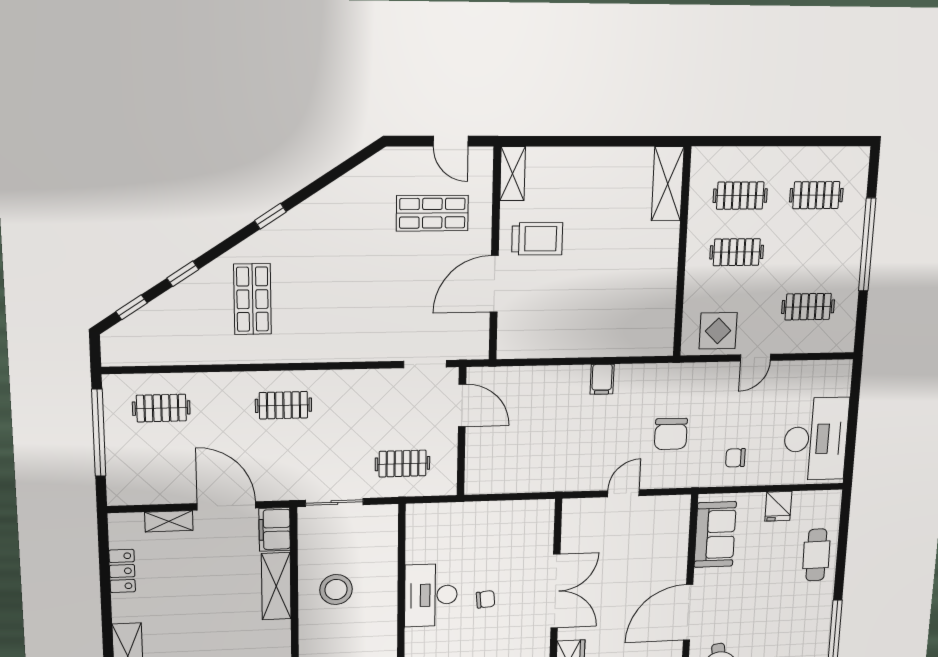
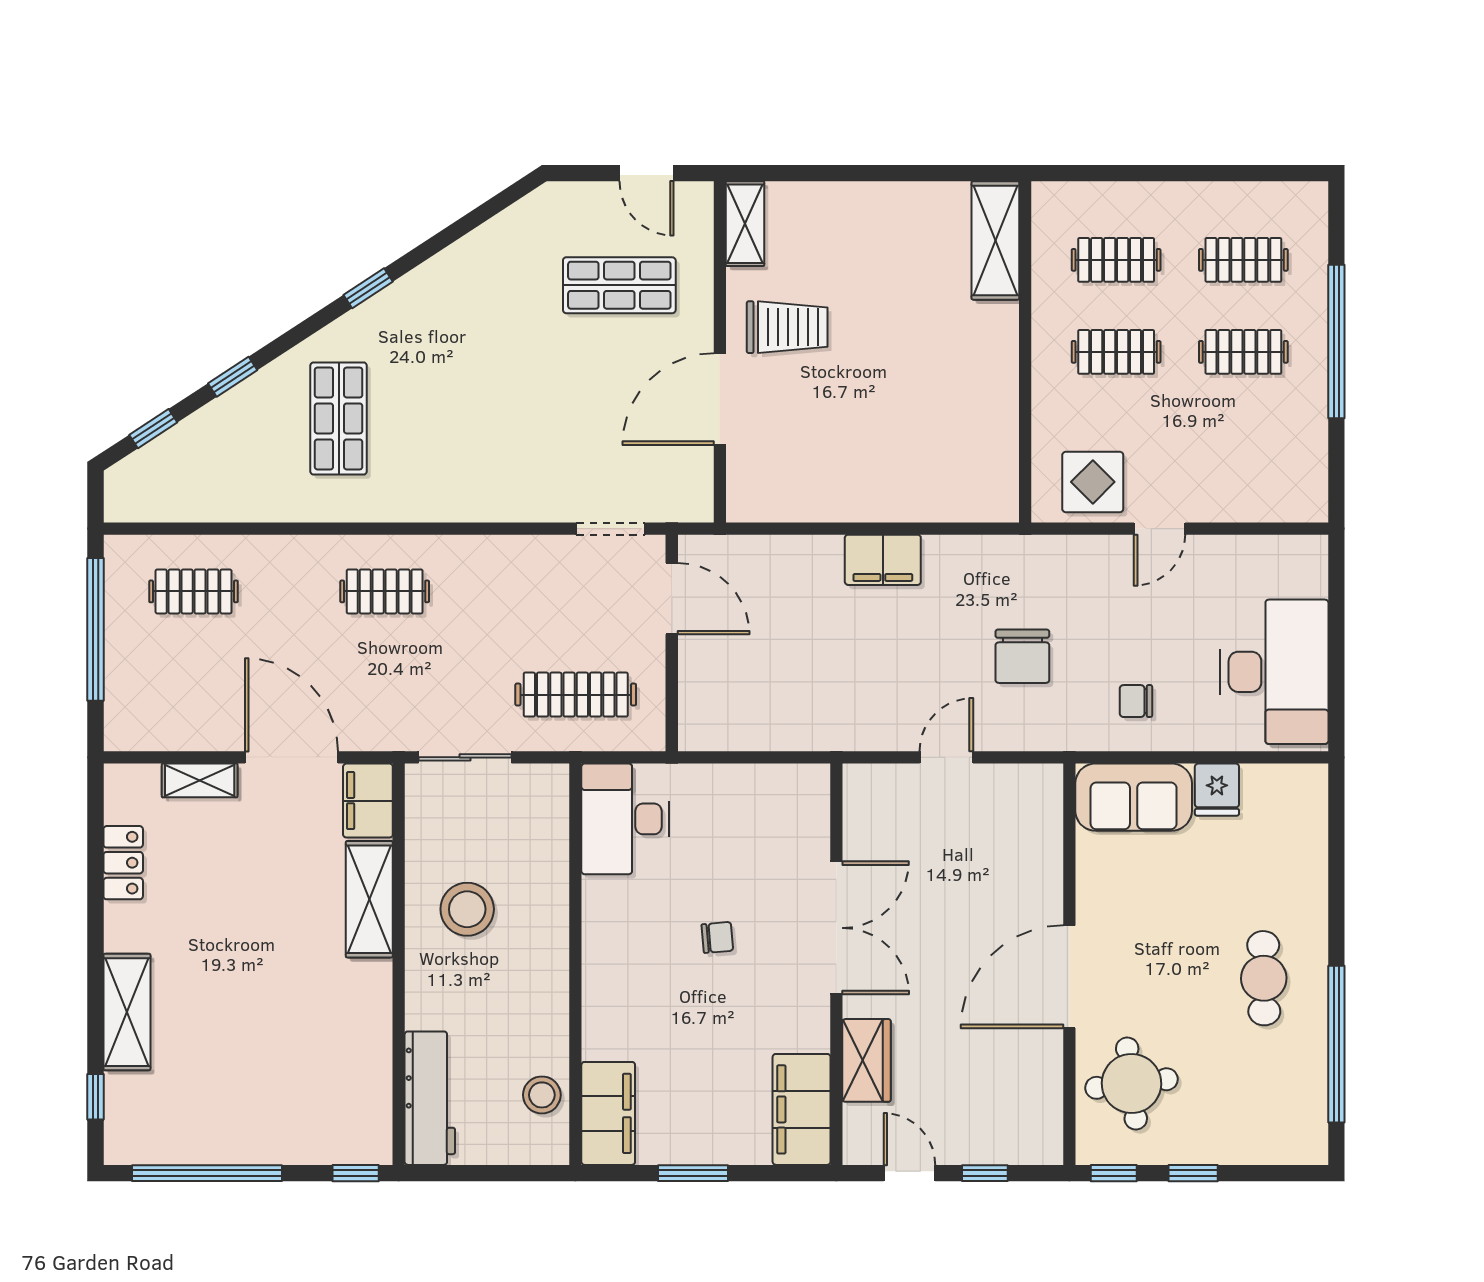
clothes rail: (808, 307) -> (1243, 352), moved
filing cabinet: (602, 379) -> (883, 560), width x2.00
clothes rail: (403, 464) -> (576, 695), width x1.36
sofa: (715, 535) -> (1134, 797), moved, turned 90
cafe table: (816, 555) -> (1264, 978), moved
desk: (431, 595) -> (625, 819), moved

